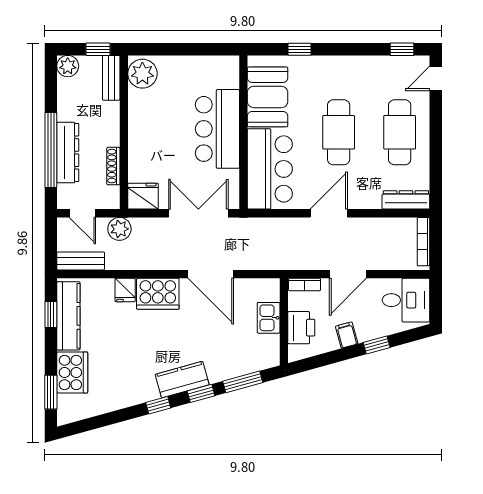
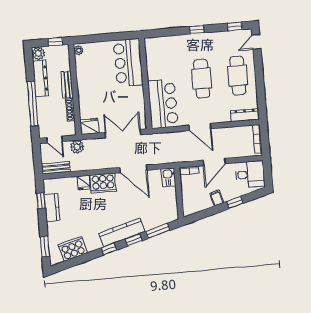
window: (300, 49) -> (197, 30), moved
plant: (142, 74) -> (79, 50), width x0.53, depth x0.53
bench: (111, 78) -> (67, 85), moved
booth: (268, 97) -> (158, 61), removed
bar counter: (217, 129) -> (128, 63), moved
dresser: (68, 153) -> (41, 79), moved
door: (329, 213) -> (200, 127), swing flipped
kitchen counter: (68, 316) -> (52, 207), width x0.67
kitchen sink: (269, 318) -> (168, 177), moved
printer: (301, 328) -> (190, 196), removed
cooker: (72, 372) -> (73, 249), moved, turned -105
kitchen counter: (182, 380) -> (122, 233), width x1.50

